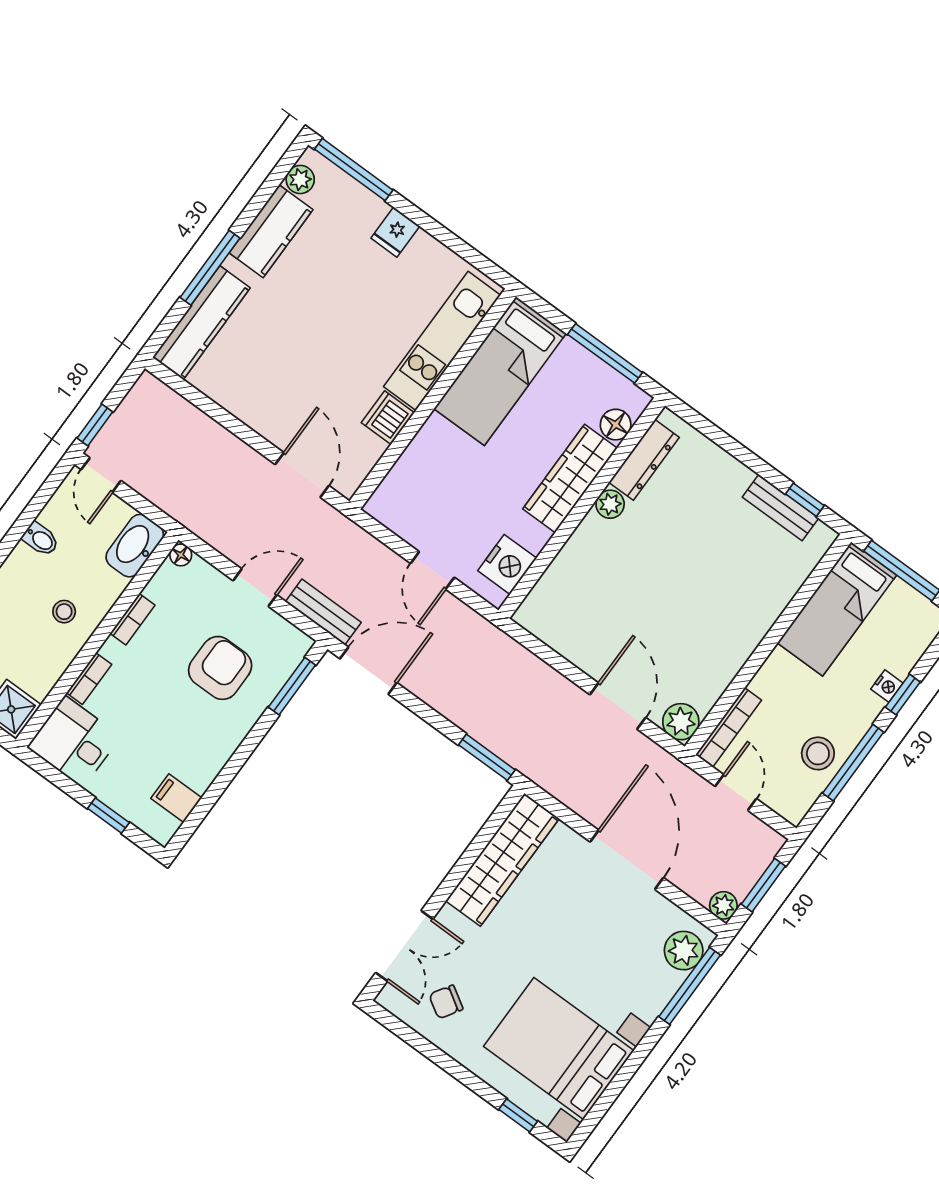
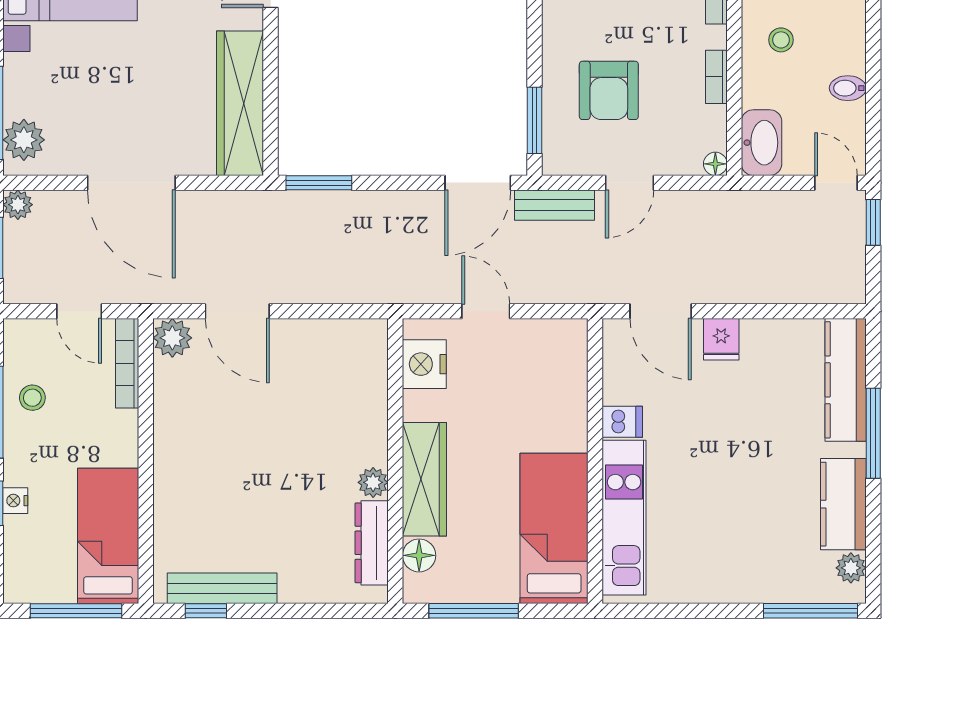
fridge: (395, 232) -> (721, 339), moved, turned 180
dishwasher: (388, 418) -> (622, 422), width x0.73
bench: (780, 508) -> (222, 588), width x1.36
stool: (818, 753) -> (32, 398), width x0.73, depth x0.73

